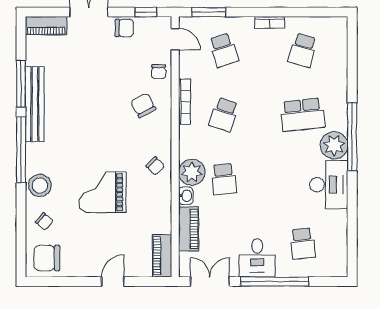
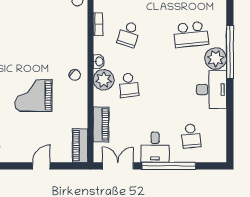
bookcase: (184, 102) -> (98, 24), width x0.64
chair: (143, 105) -> (65, 27), removed
washbasin: (186, 196) -> (99, 61), moved

